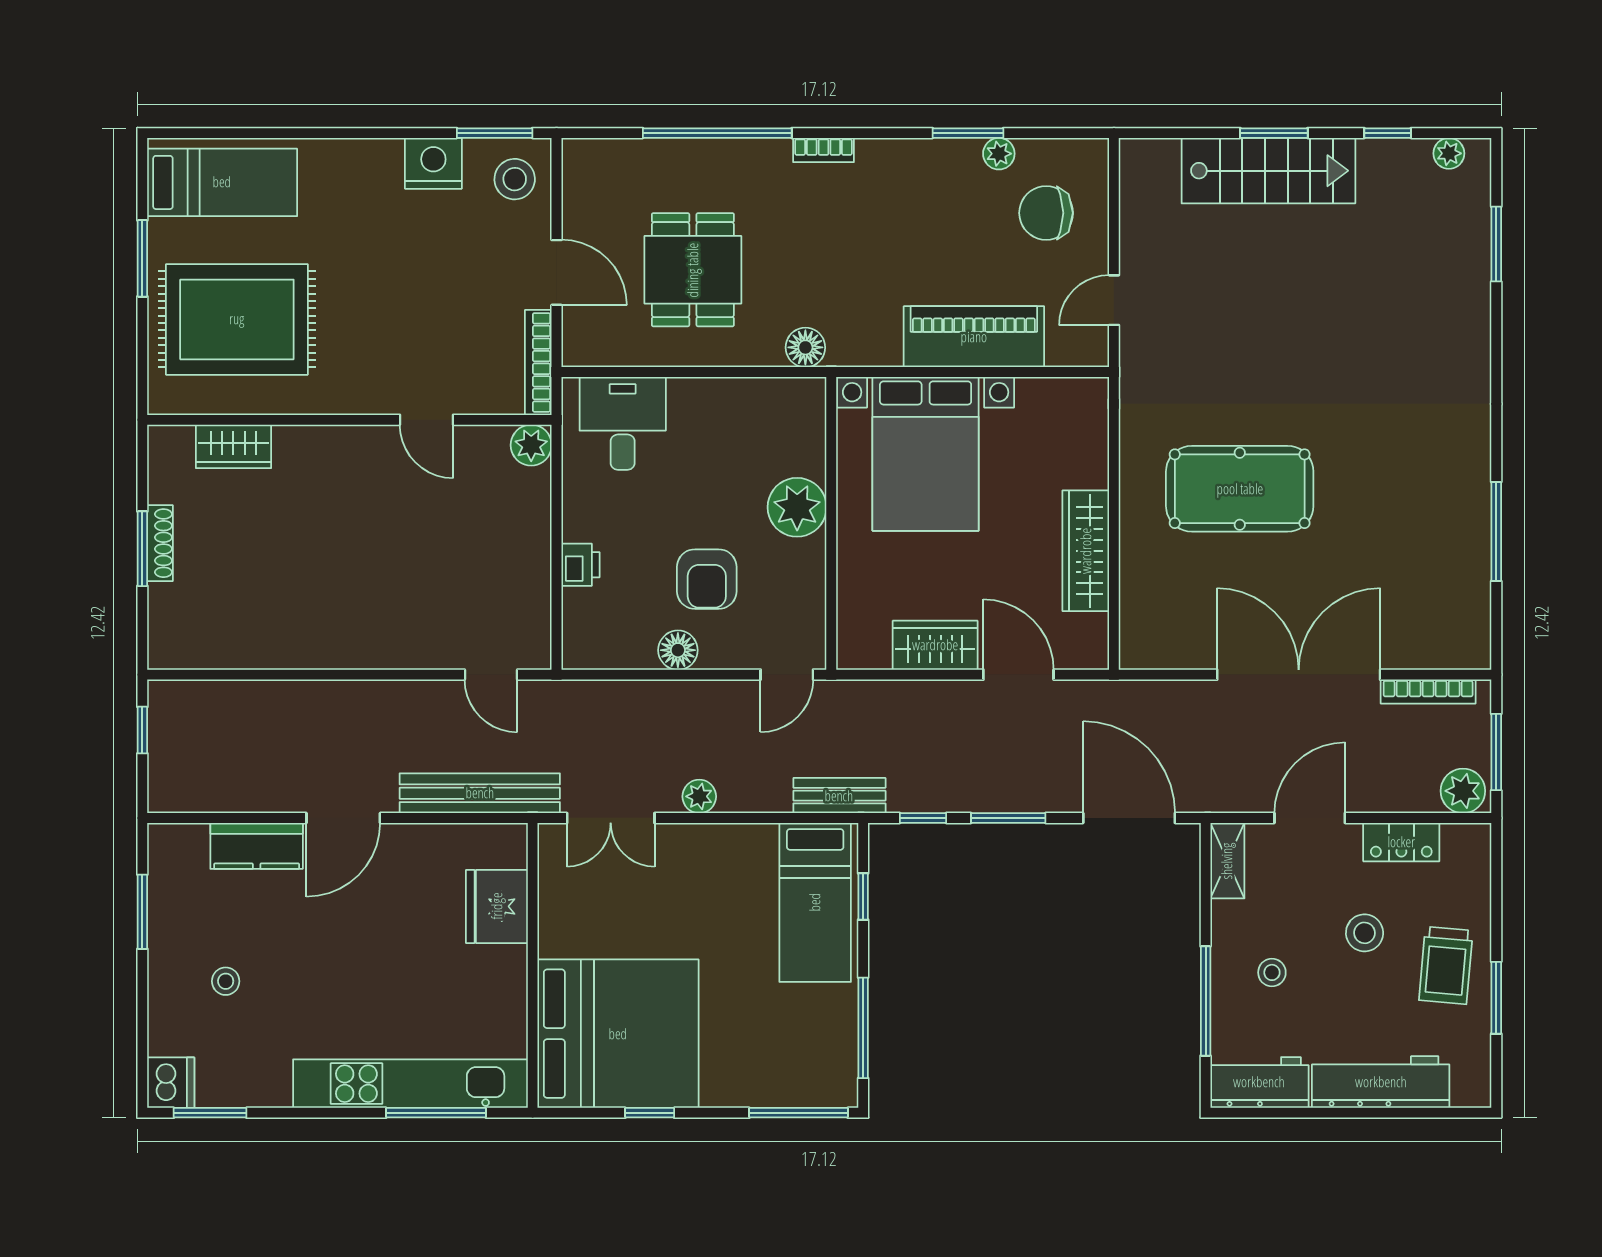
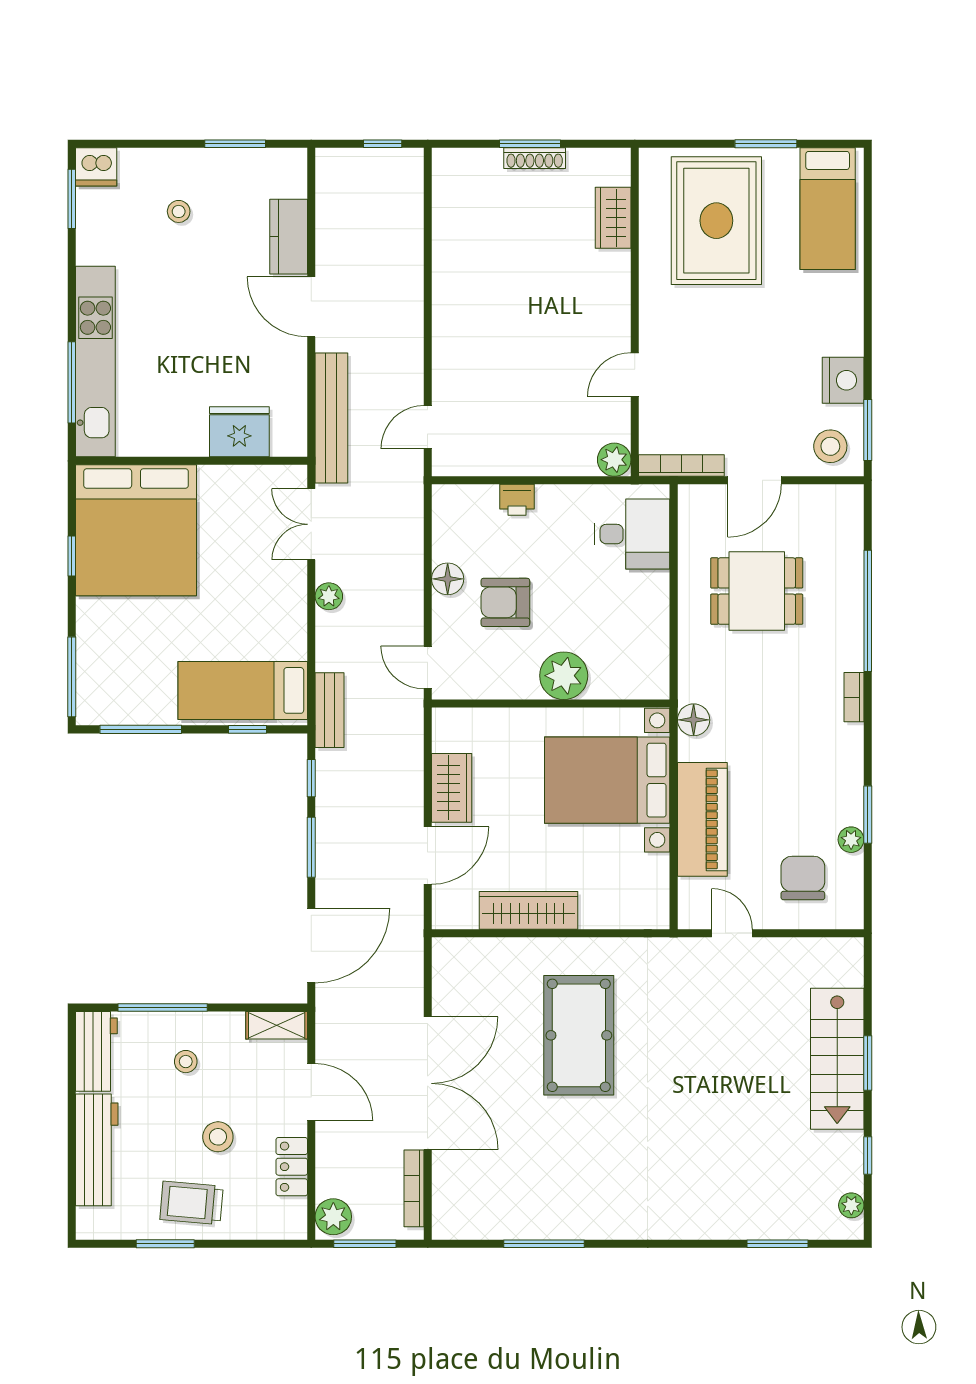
floor lamp: (805, 347) -> (694, 720), moved

